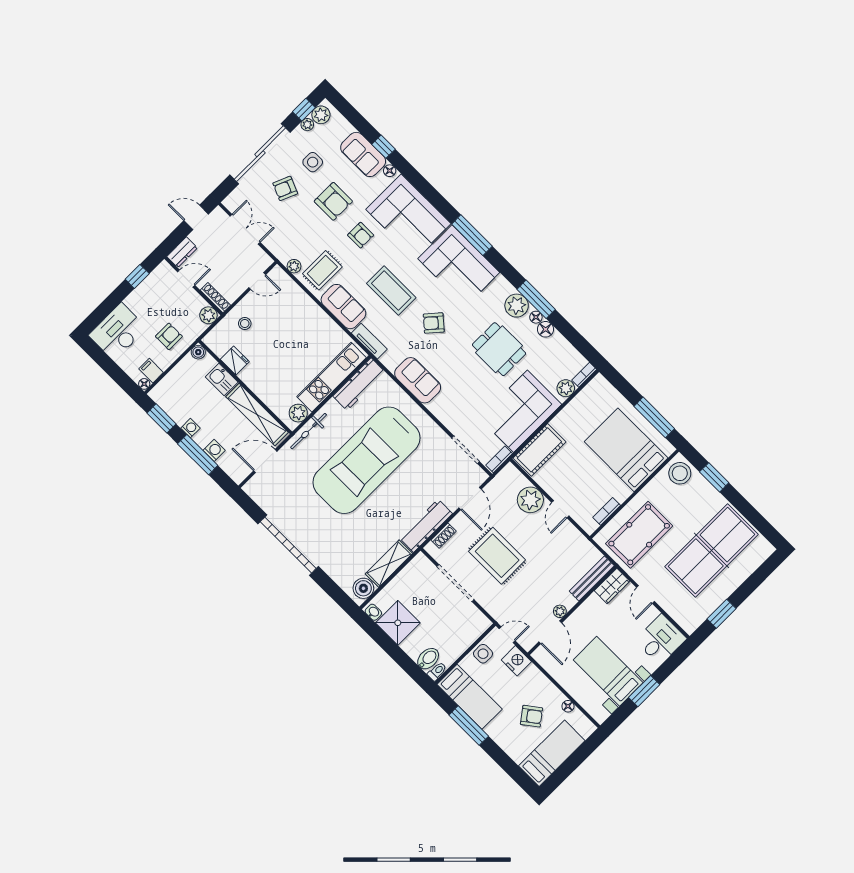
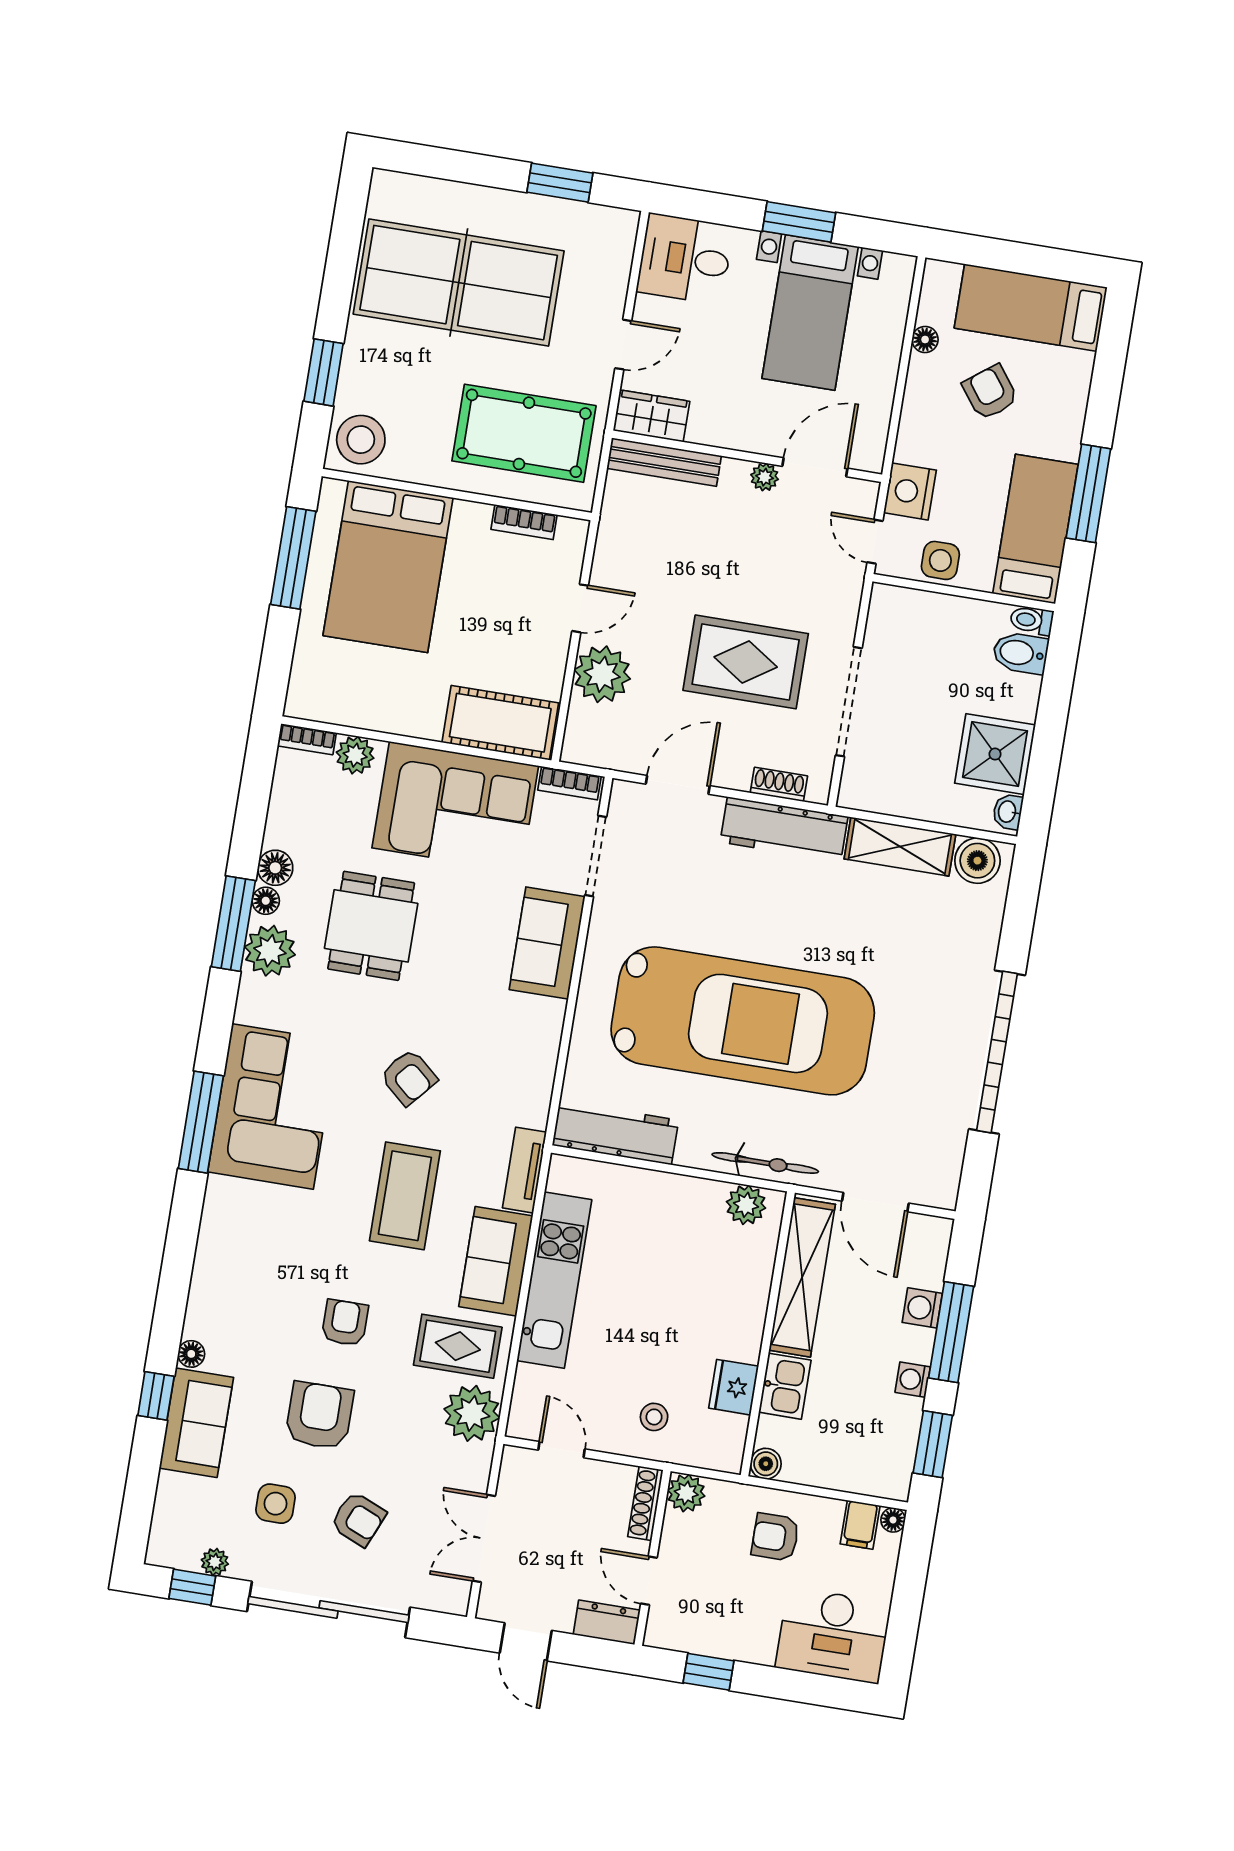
plant: (321, 115) -> (180, 1550), removed
corner sofa: (408, 216) -> (250, 1261), removed
plant: (294, 266) -> (472, 1413), width x1.88, depth x1.88
kitchen unit: (331, 377) -> (554, 1280), moved, turned -90
sofa: (418, 380) -> (547, 943), moved
rug: (497, 556) -> (746, 662), turned 90

